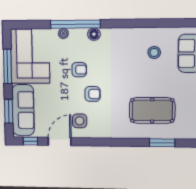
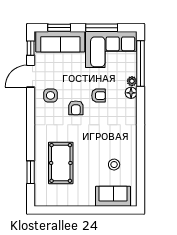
window: (75, 24) -> (140, 63), moved
floor lamp: (94, 34) -> (131, 93), moved
armchair: (79, 70) -> (99, 96), turned -90
door: (60, 141) -> (31, 76), swing flipped

